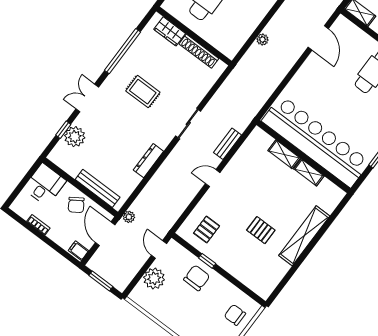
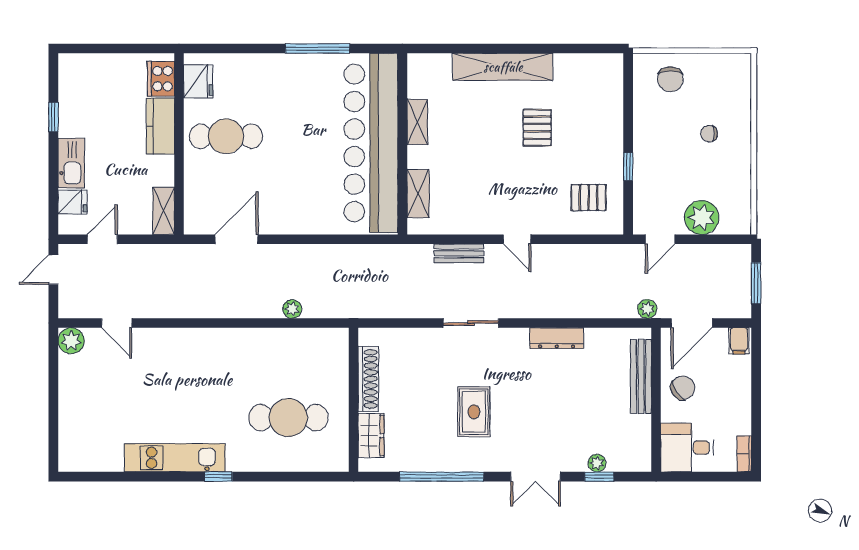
plant: (75, 137) -> (597, 463), width x0.53, depth x0.53
shelving: (284, 154) -> (418, 194), moved
bookcase: (38, 225) -> (744, 454), moved
chair: (197, 278) -> (709, 134), moved, width x0.54, depth x0.54

